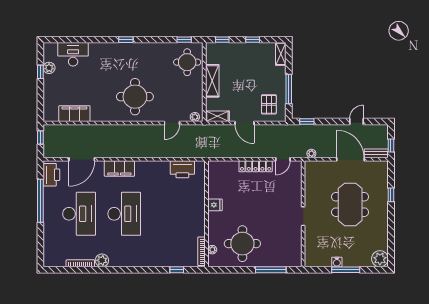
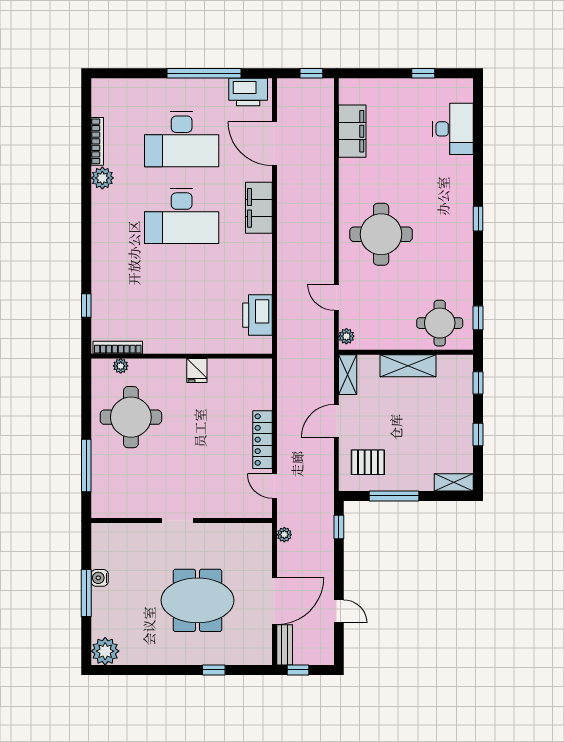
plant: (49, 68) -> (430, 88), removed

